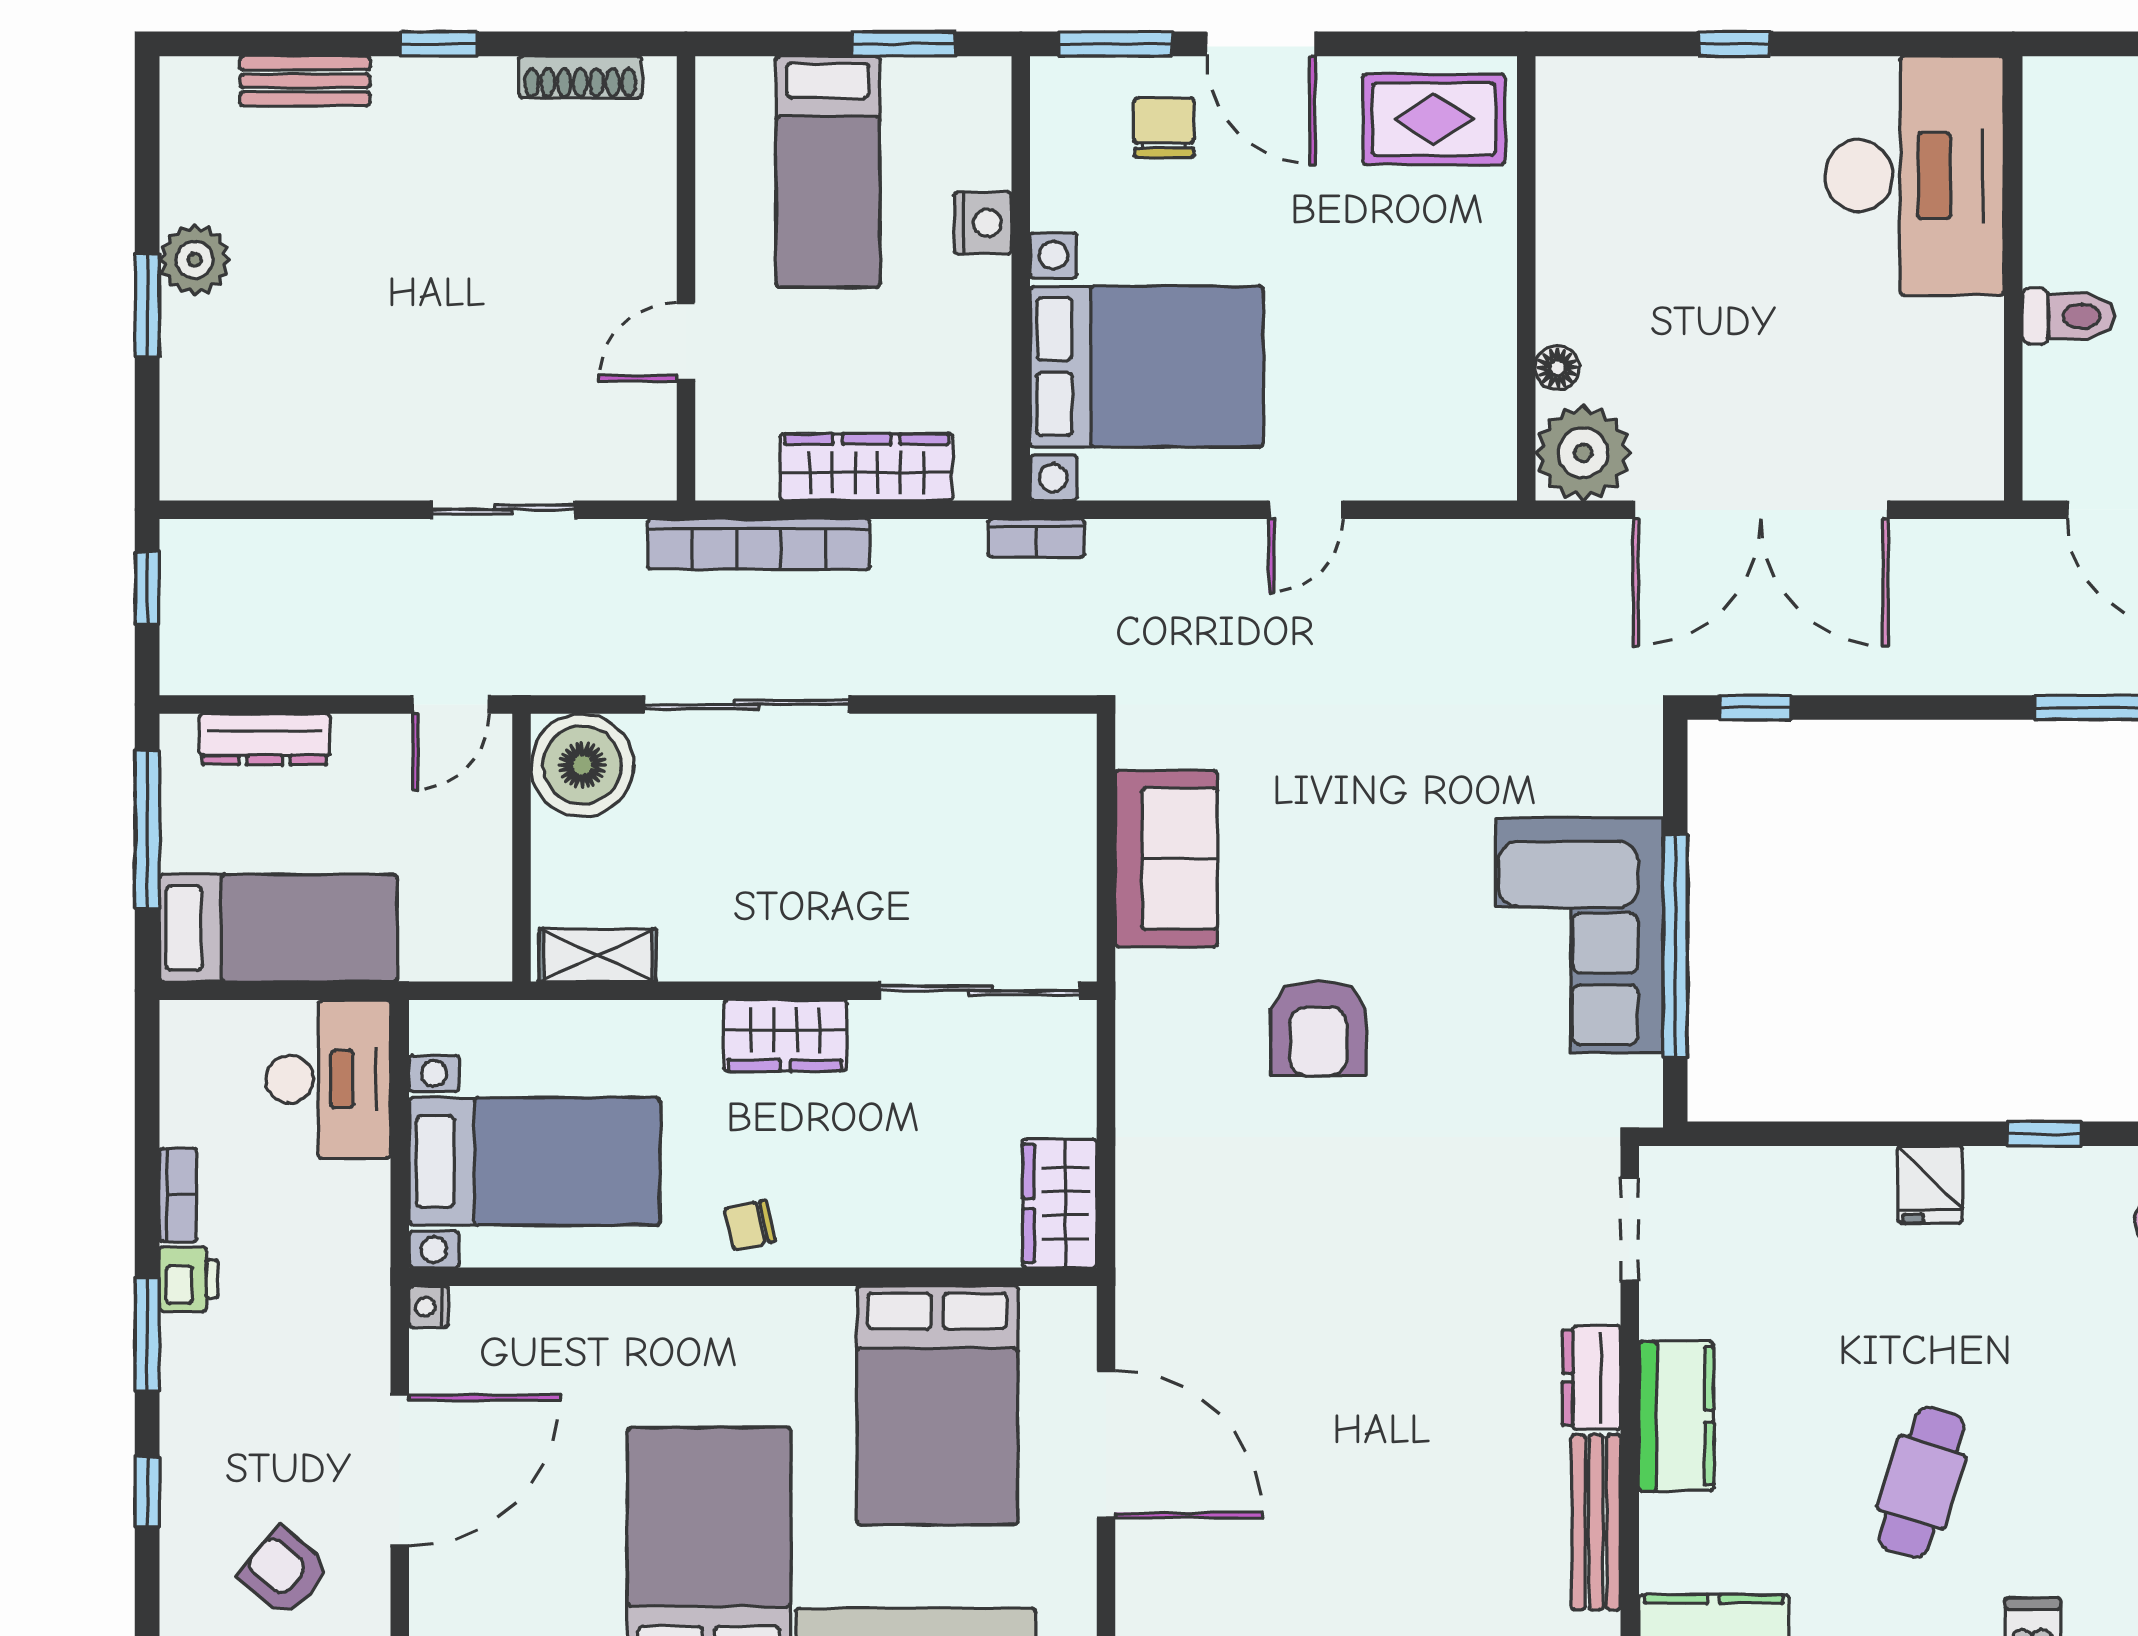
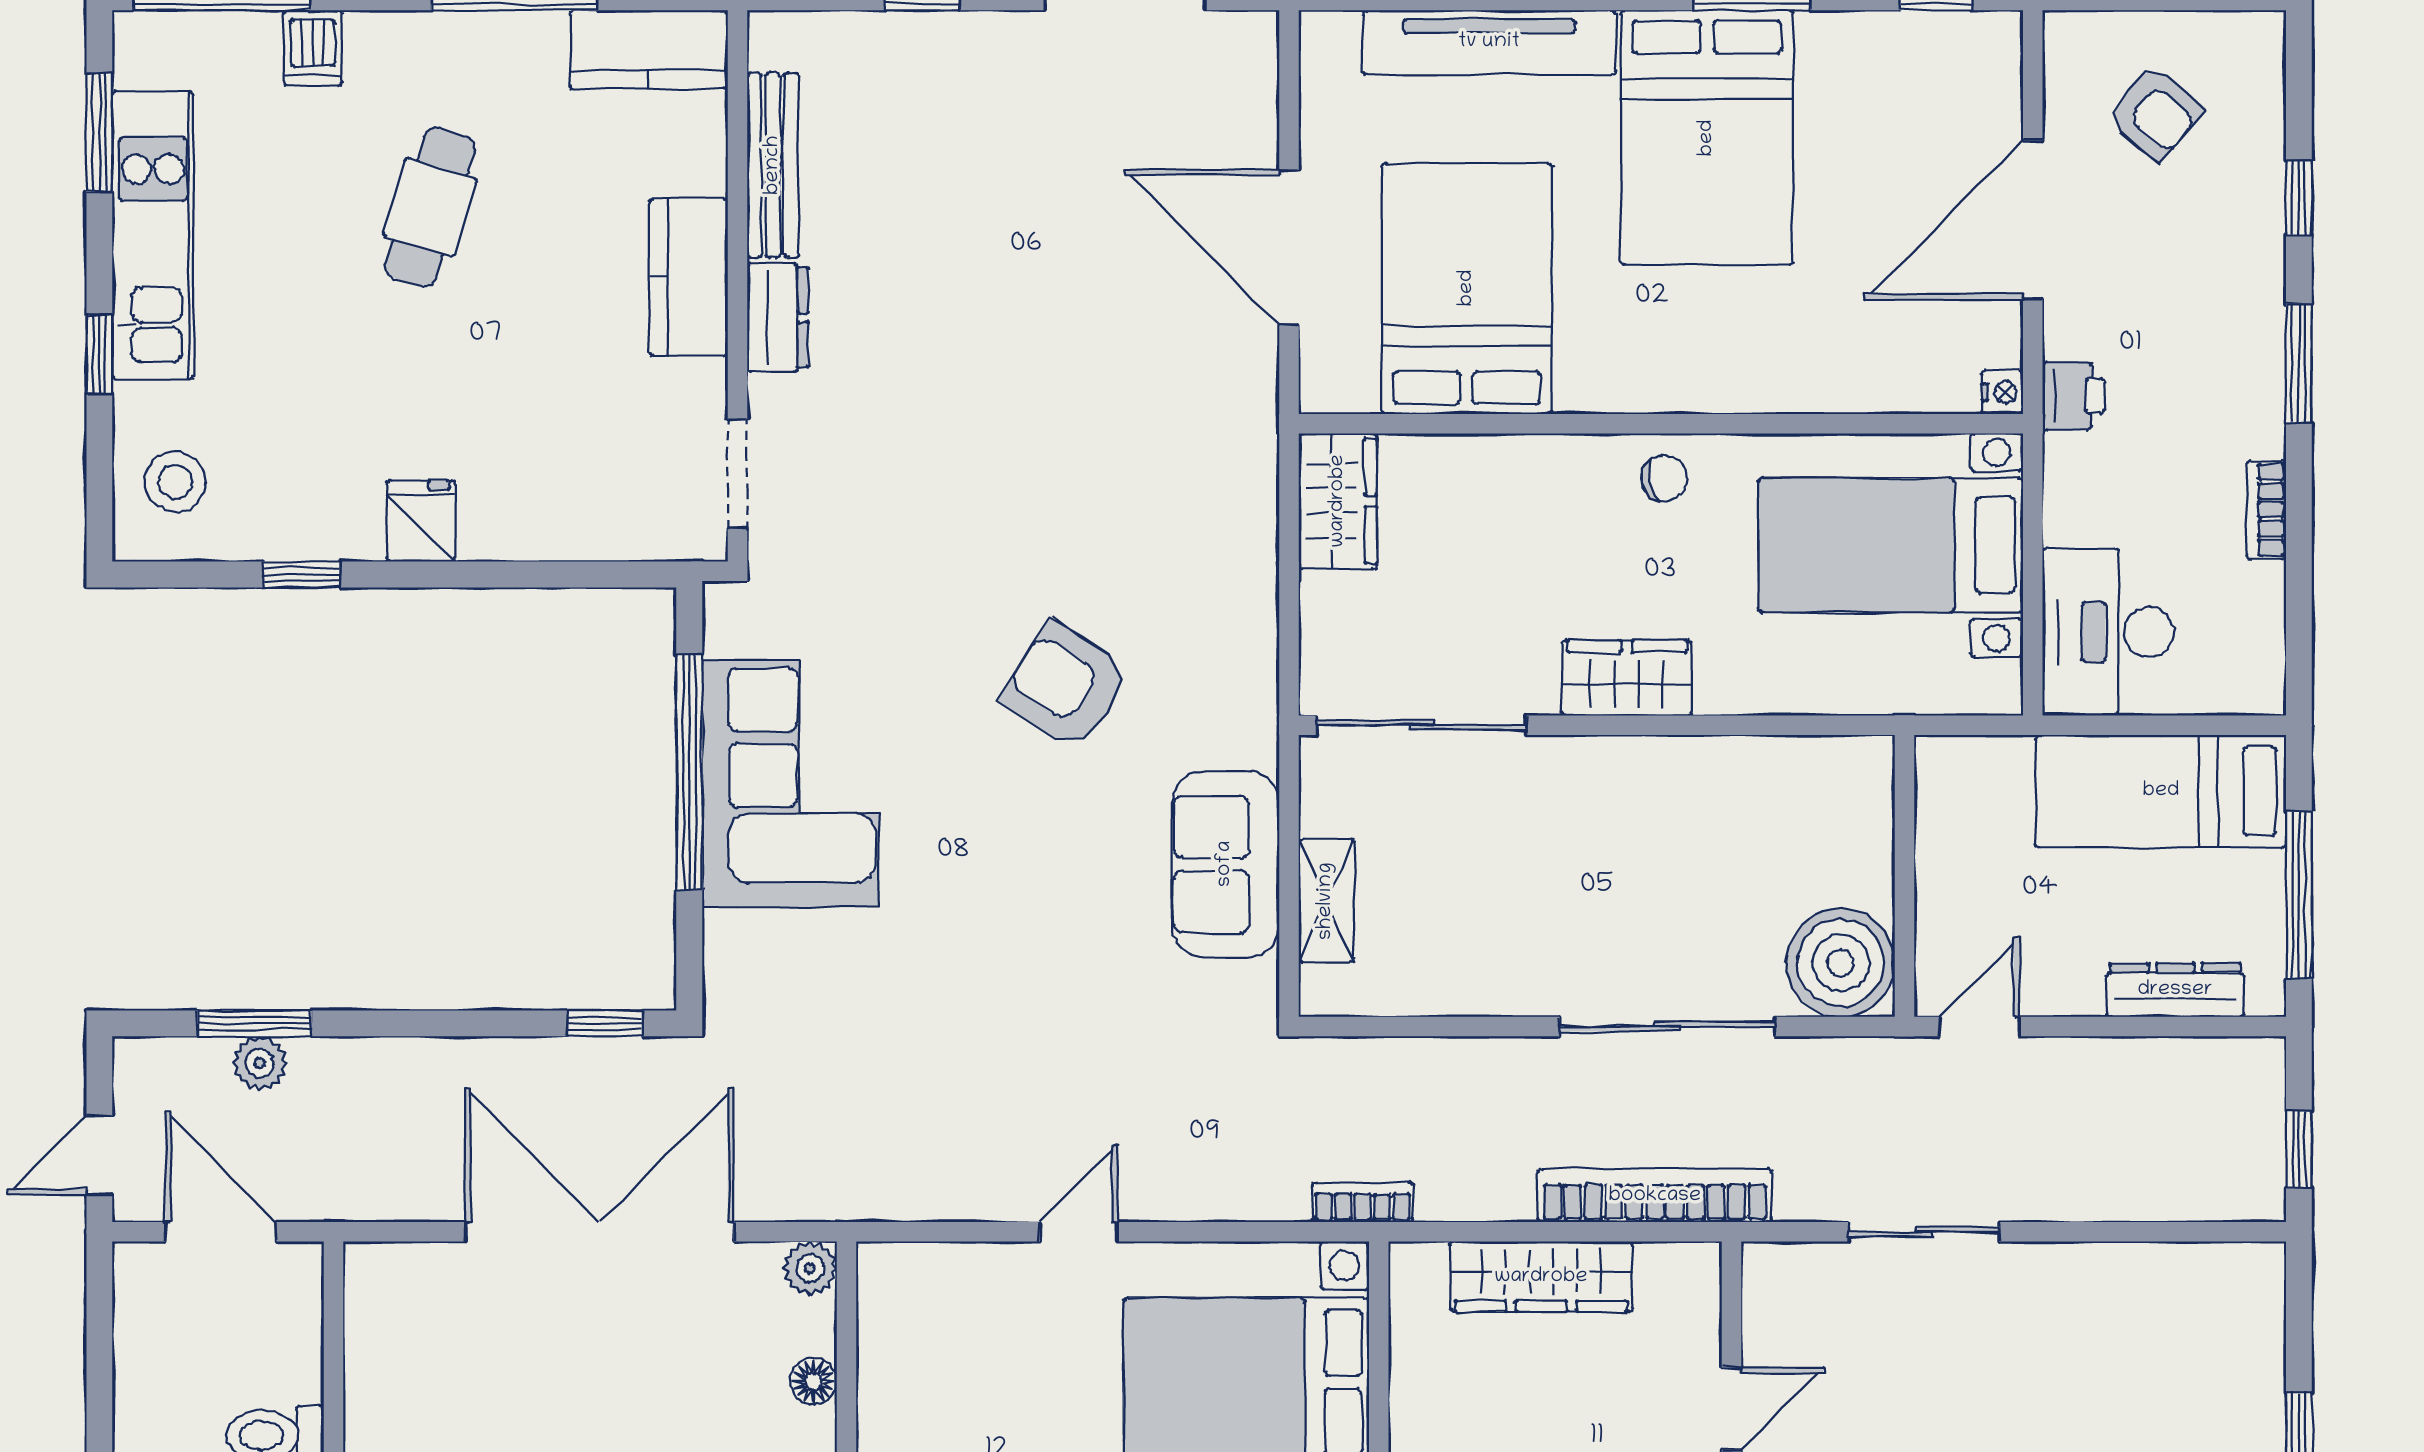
plant: (1583, 453) -> (810, 1268), width x0.53, depth x0.53
plant: (2083, 670) -> (260, 1063), added
shelving: (598, 955) -> (1326, 901), moved, turned 90
armchair: (1318, 1028) -> (1065, 686), turned -57
printer: (189, 1279) -> (2073, 396), moved, turned 180

